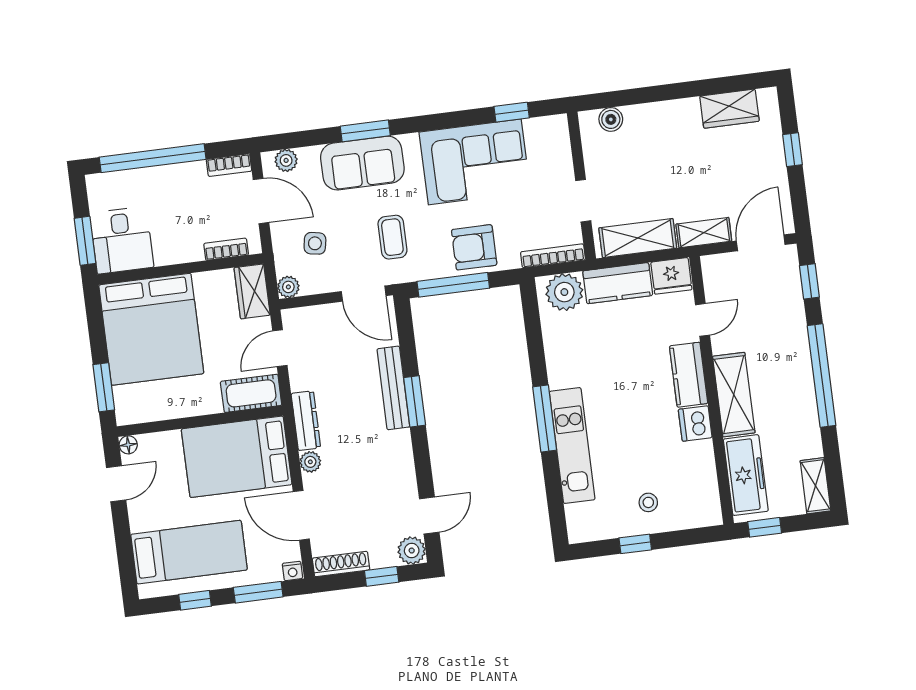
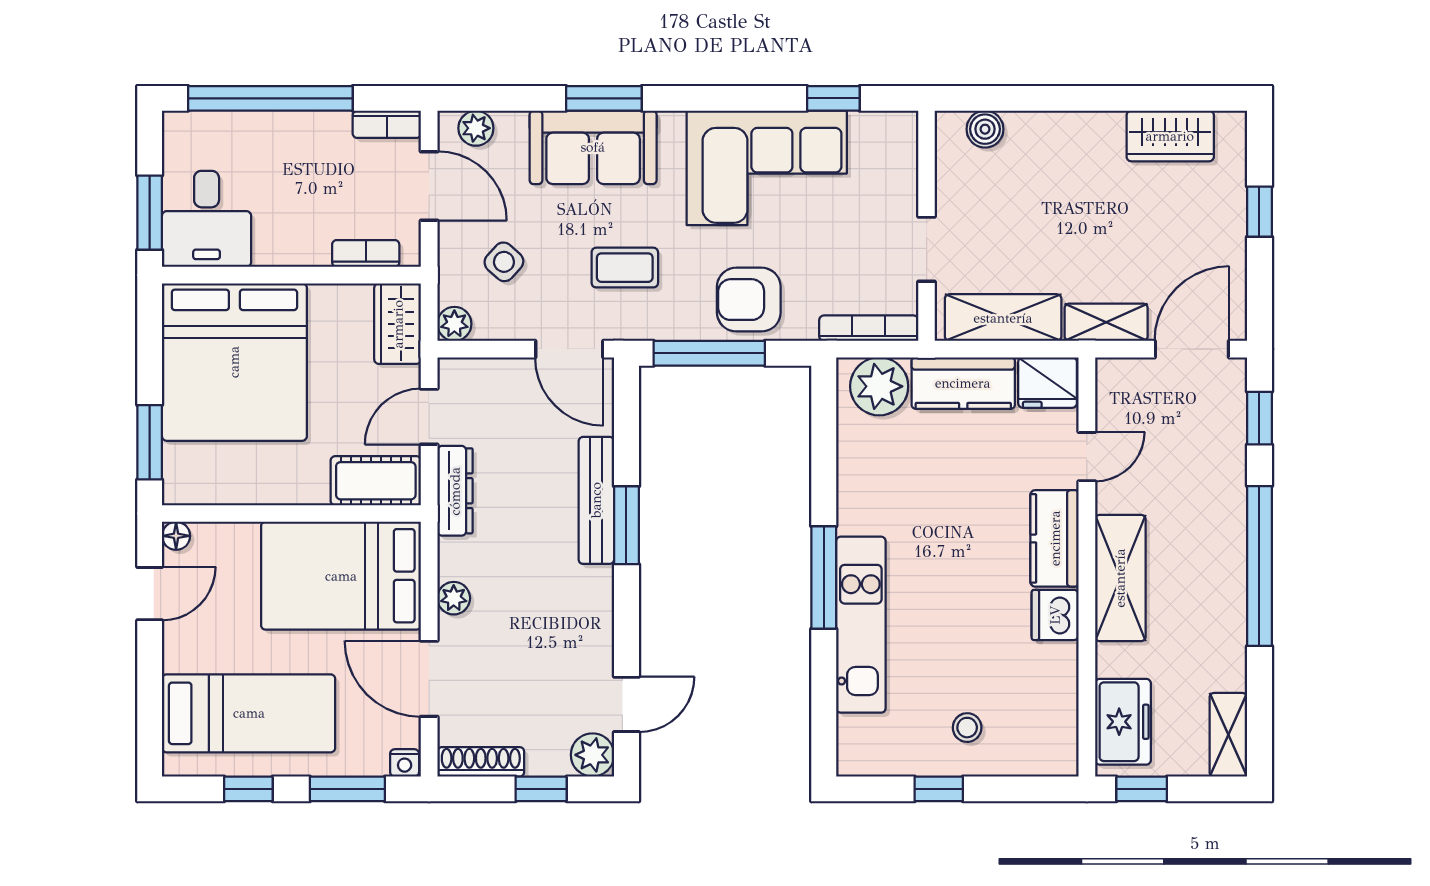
coffee table: (392, 237) -> (625, 268), turned 90
side table: (315, 243) -> (504, 262), turned 32
dresser: (306, 421) -> (455, 491), moved
freezer: (746, 475) -> (1123, 722), width x0.71

